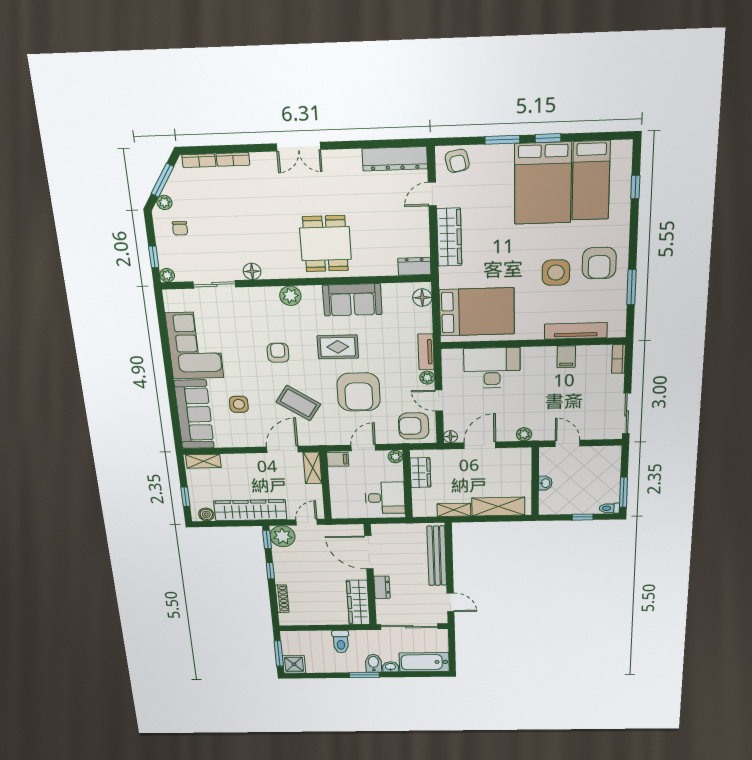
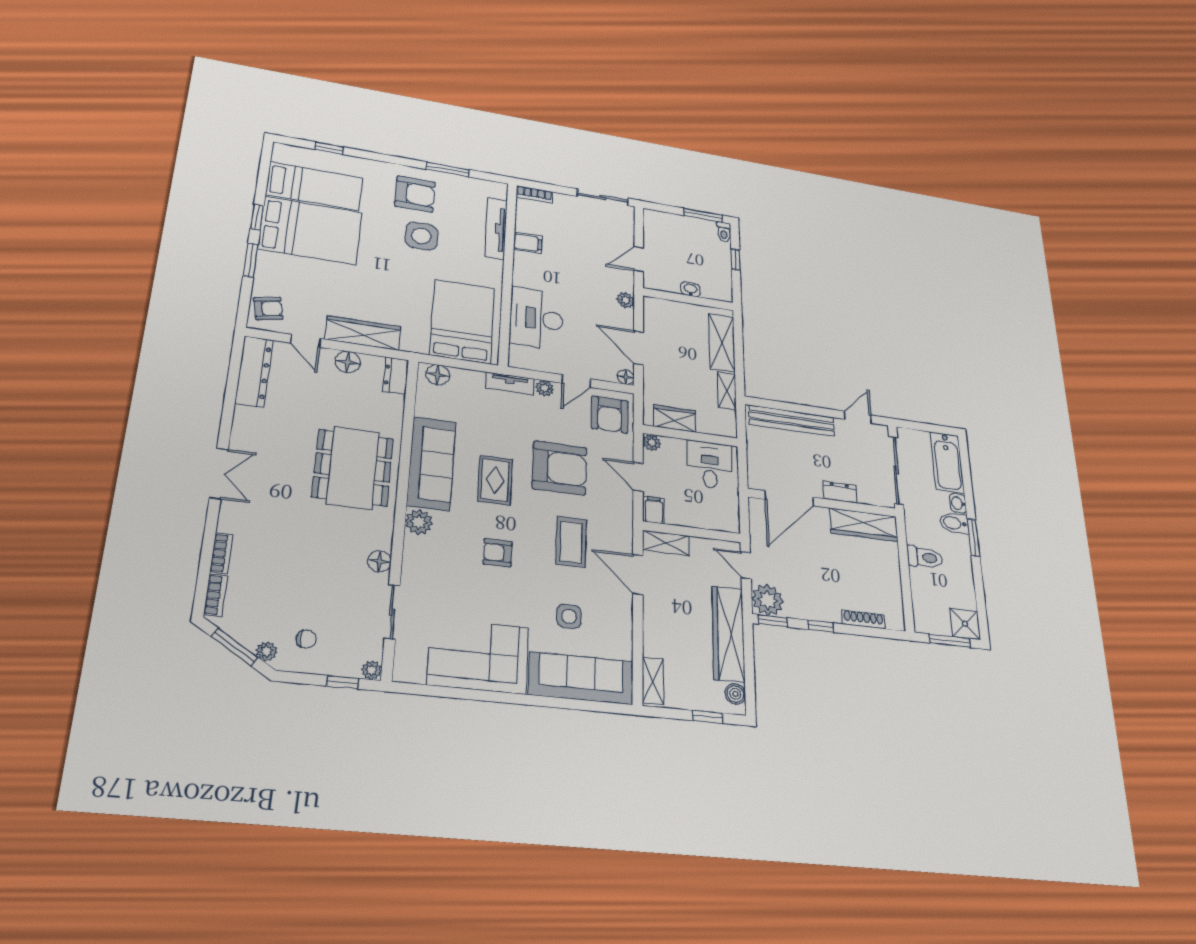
floor lamp: (419, 229) -> (348, 362), added
dining table: (325, 244) -> (353, 468), width x1.38
sofa: (352, 300) -> (431, 463), width x1.36
coffee table: (298, 403) -> (571, 542), turned -34

